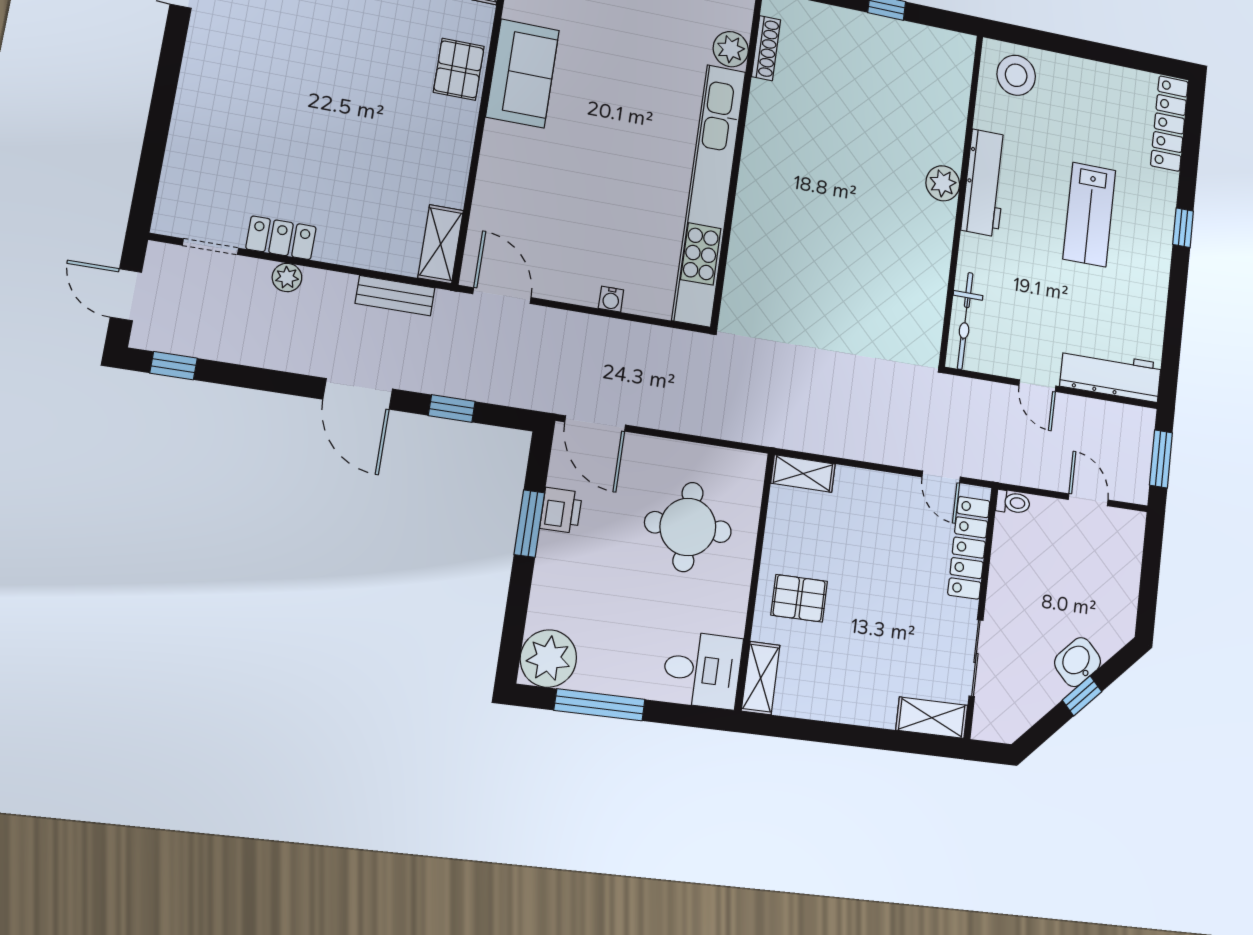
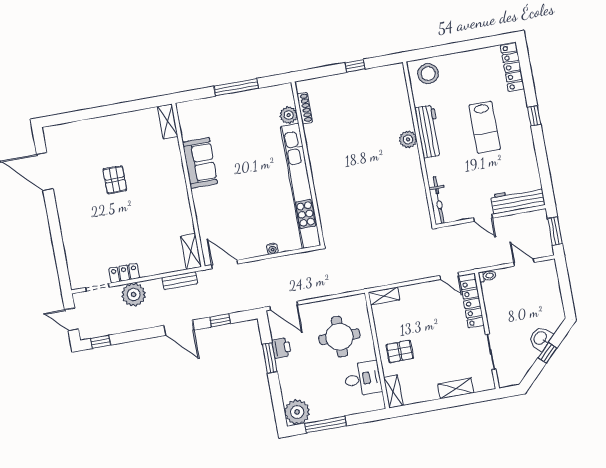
pallet: (459, 69) -> (115, 180), moved
plant: (287, 277) -> (134, 294), width x1.88, depth x1.88
desk: (702, 670) -> (363, 379), moved
shelving: (932, 718) -> (456, 388), moved

